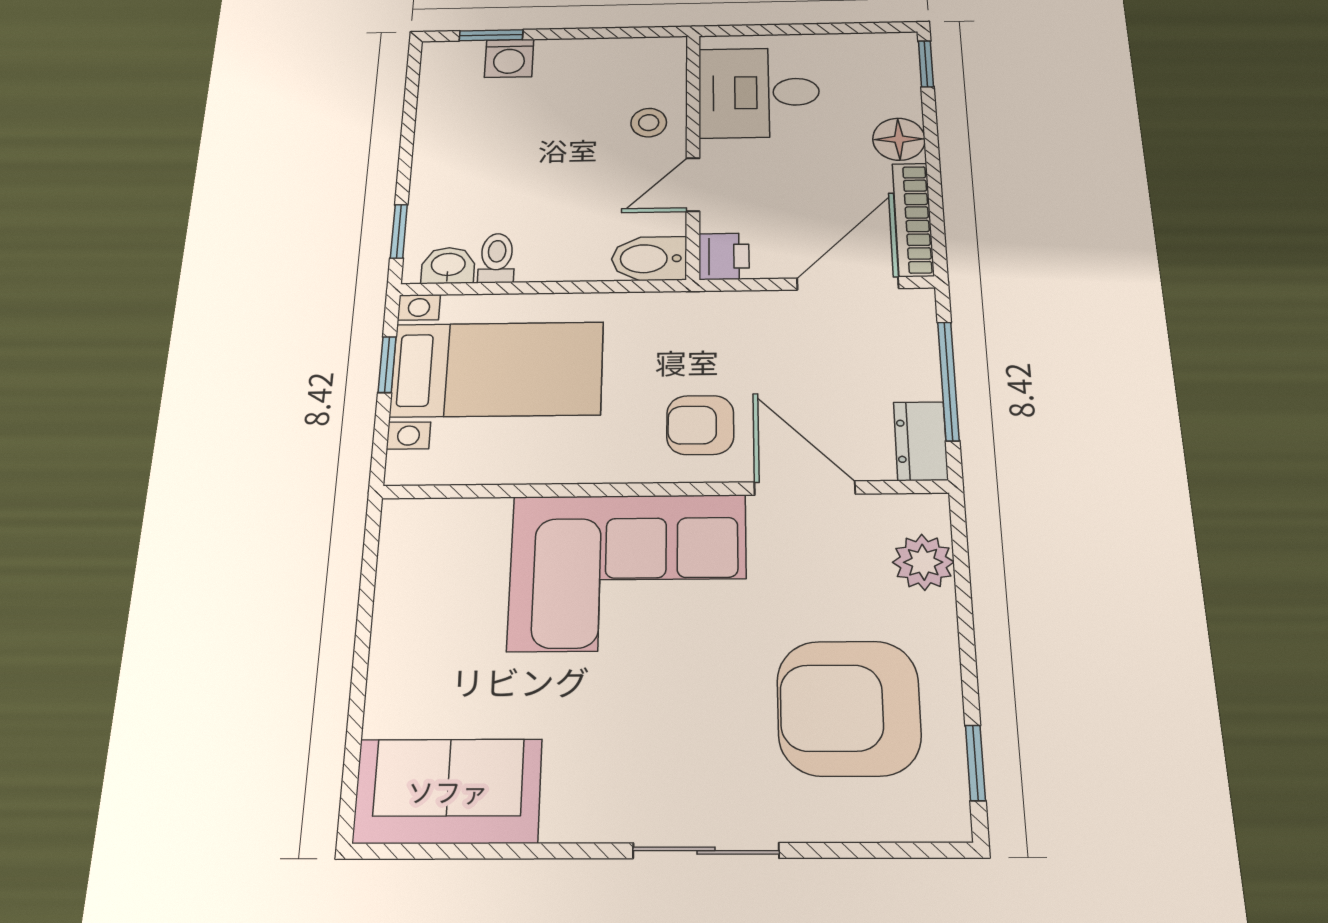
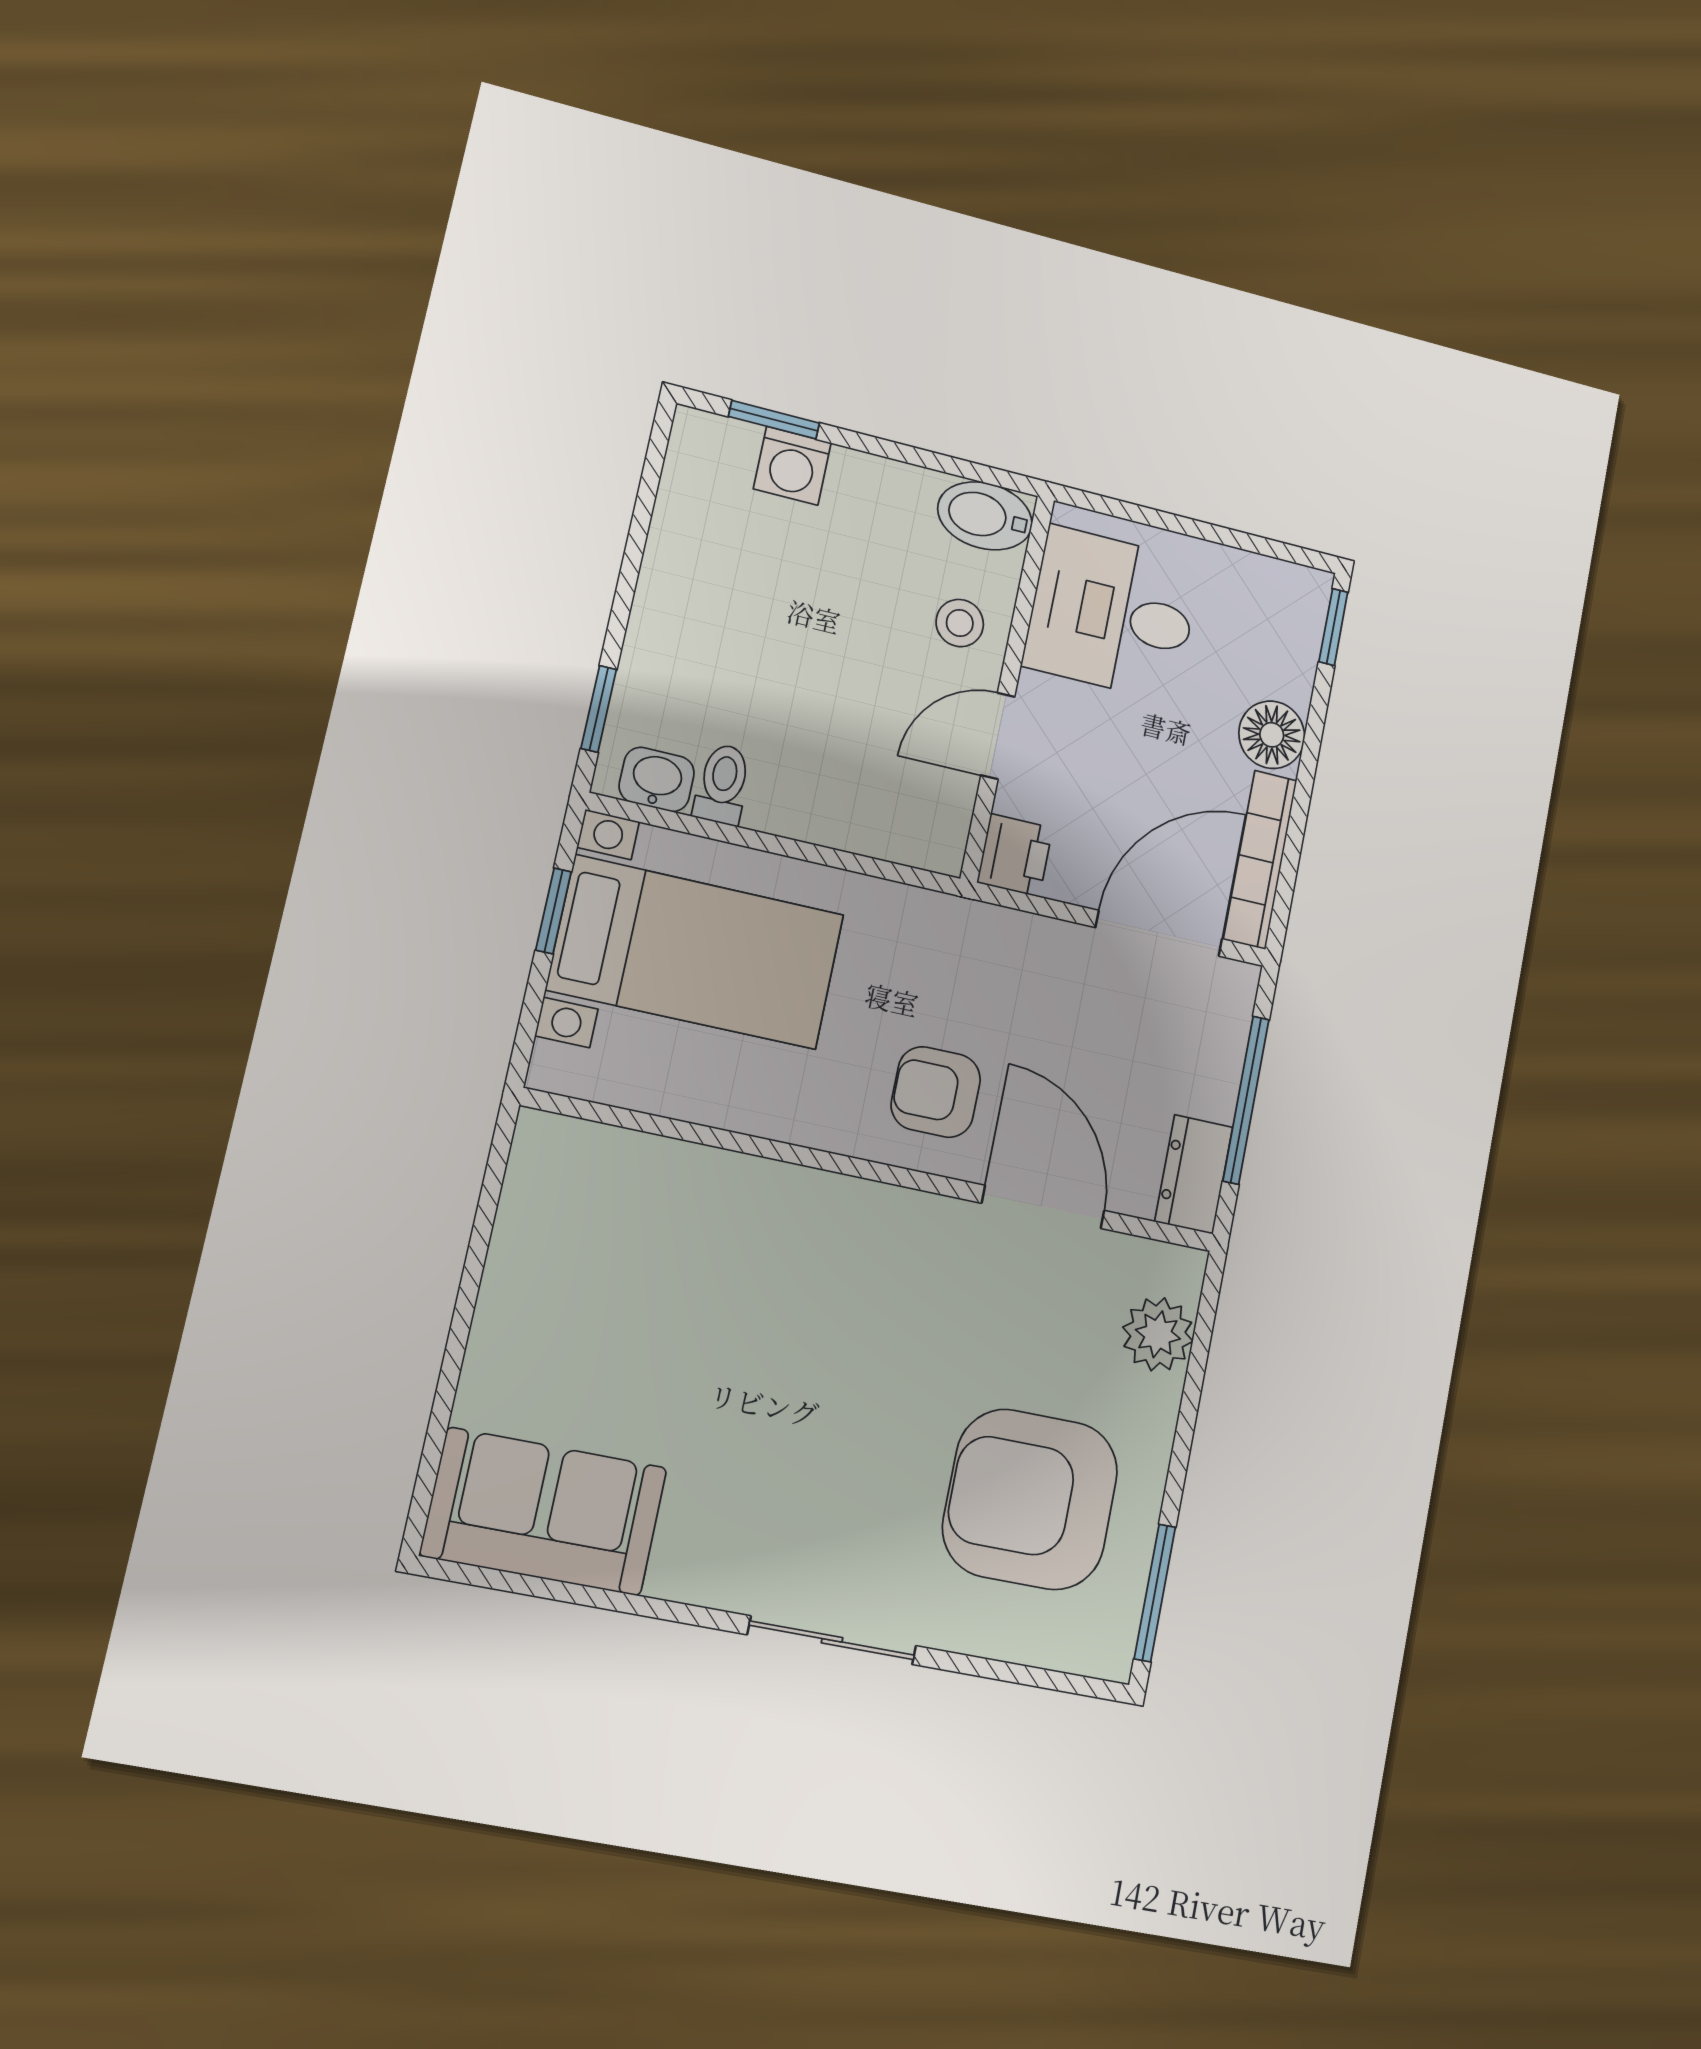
bidet: (649, 259) -> (985, 516), moved
corner sofa: (628, 572) -> (809, 1273), removed
window: (975, 763) -> (1155, 1593), width x1.50

